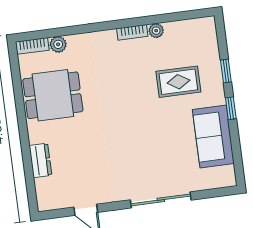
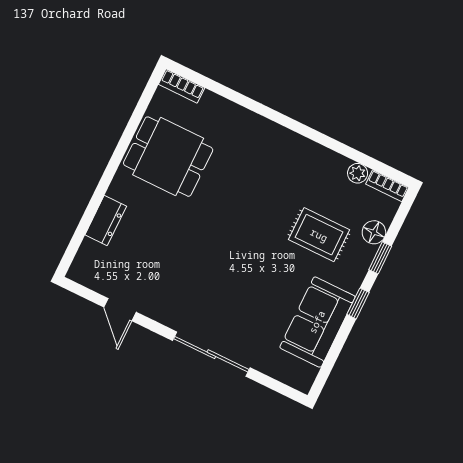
plant: (156, 31) -> (358, 173), moved
bookcase: (132, 32) -> (387, 186), moved
plant: (58, 44) -> (212, 103), removed
floor lamp: (212, 58) -> (374, 232), added

